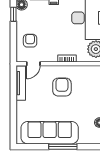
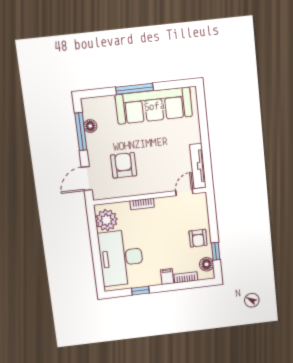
armchair: (30, 41) -> (198, 238), moved
armchair: (62, 87) -> (124, 165), moved, turned 180

